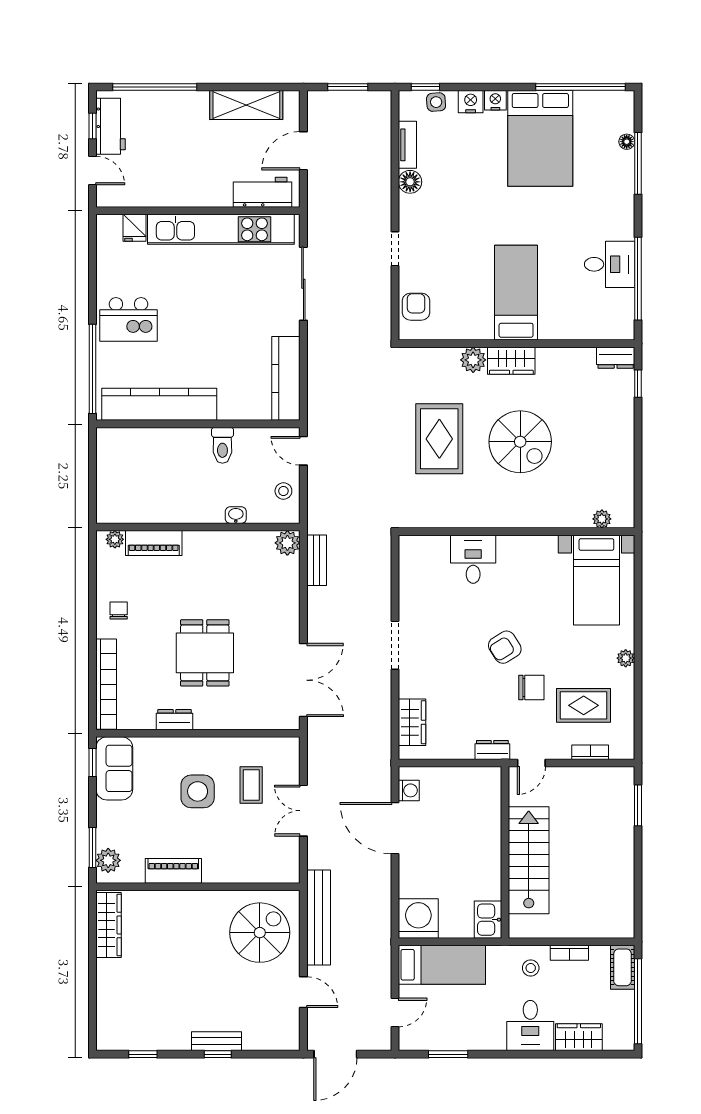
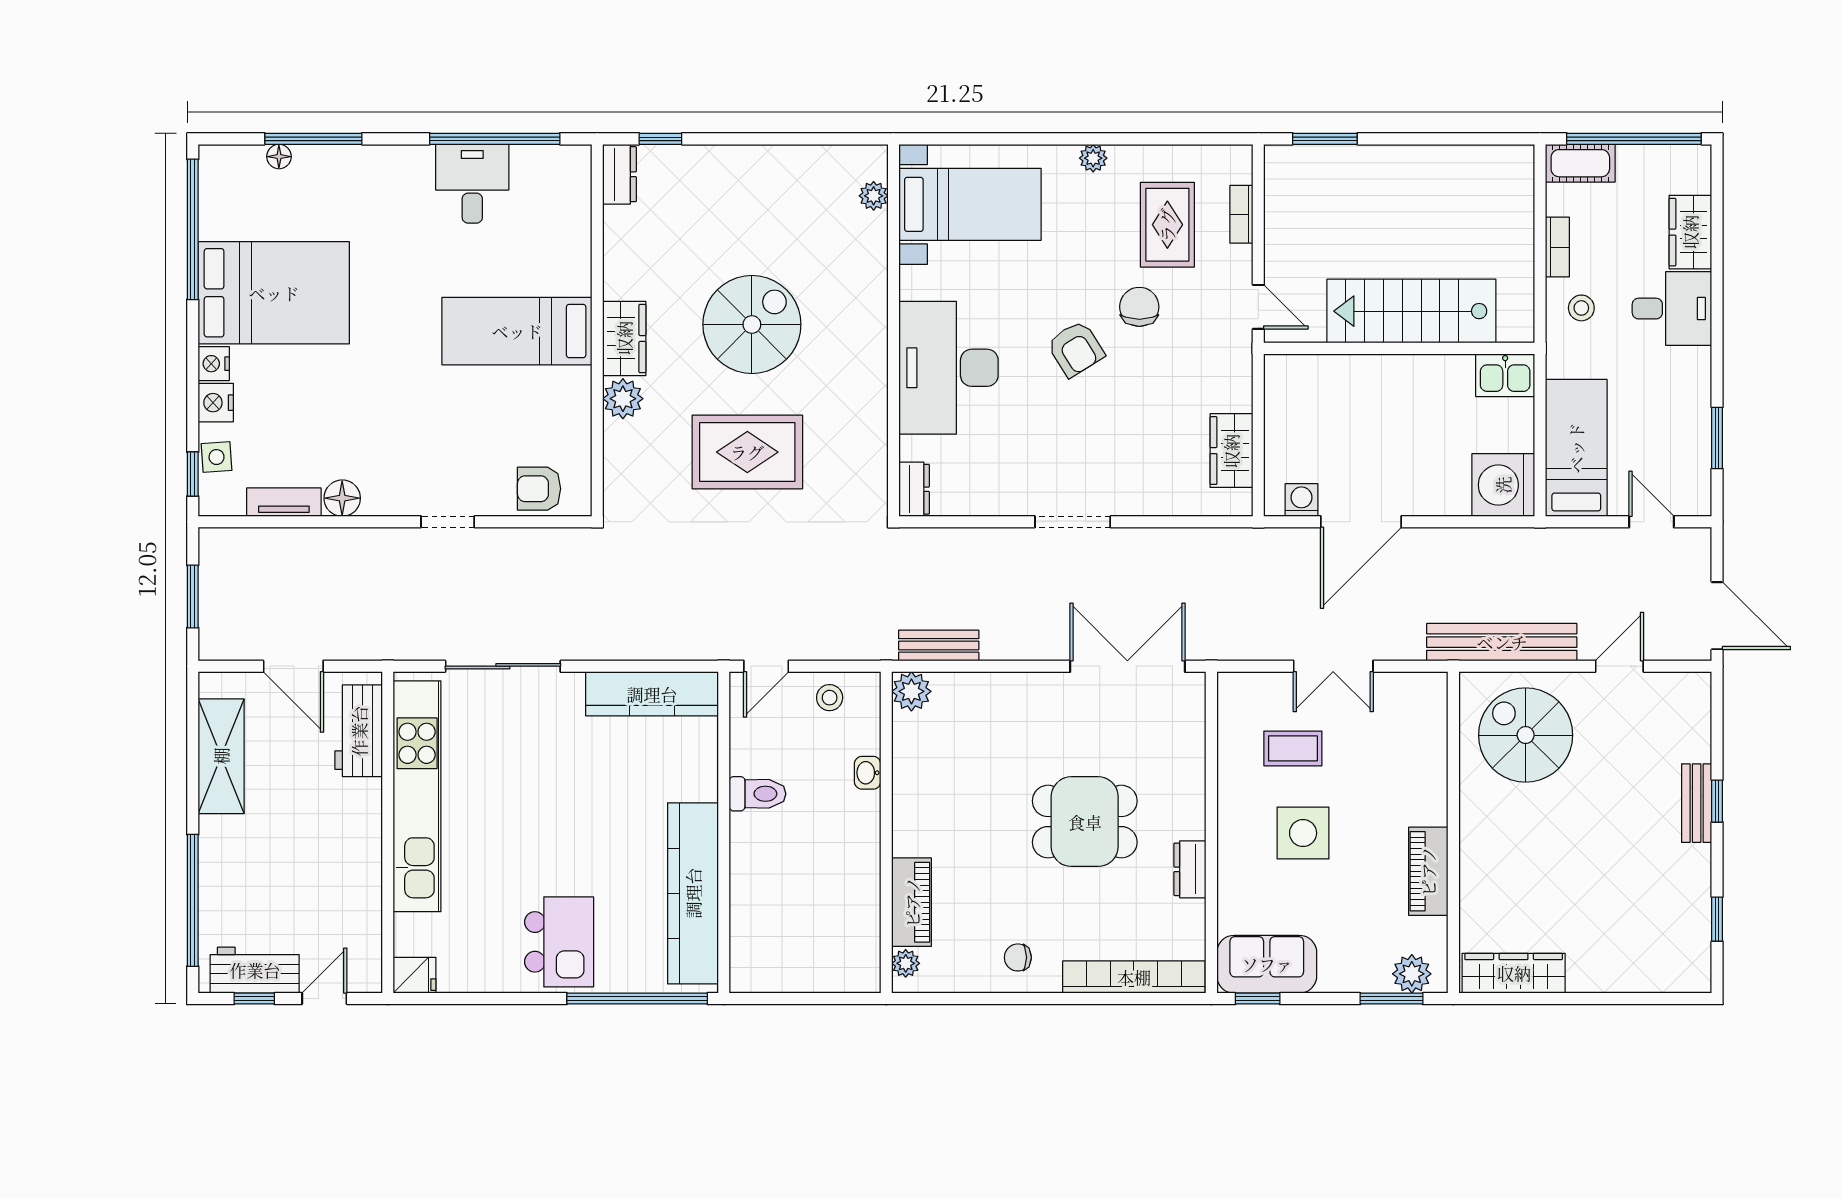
fridge: (134, 228) -> (415, 975), moved
desk: (473, 559) -> (949, 368), width x1.87, depth x1.30
wardrobe: (412, 722) -> (1231, 451), moved, turned -90
dresser: (492, 750) -> (914, 489), moved, turned 180

